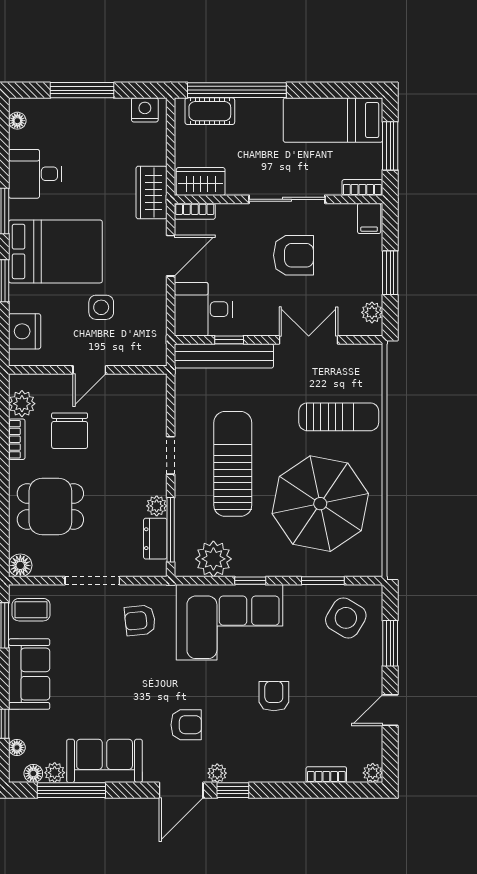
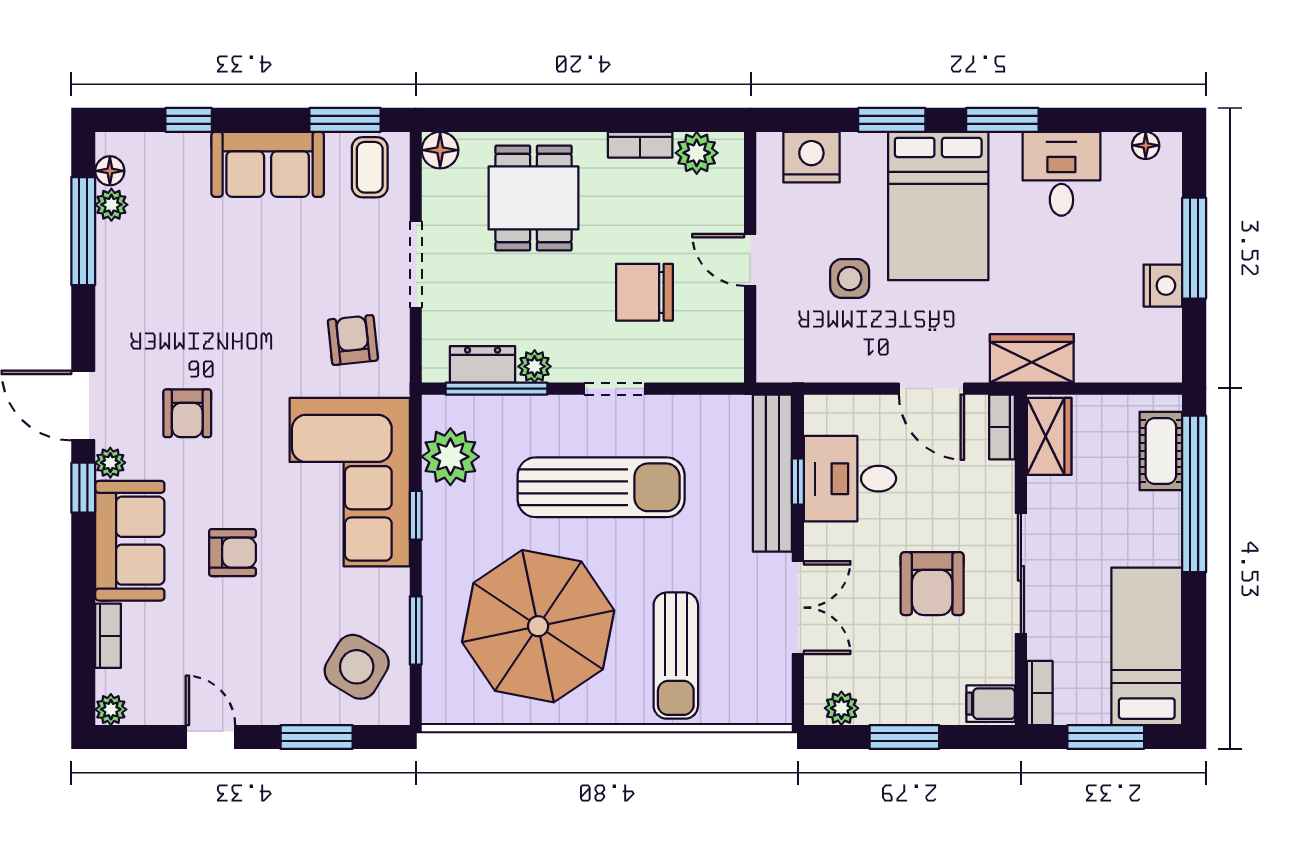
nightstand: (145, 110) -> (1163, 286), moved
desk: (203, 309) -> (850, 479), moved, turned -90
chair: (70, 431) -> (644, 292), moved
floor lamp: (17, 747) -> (151, 145), removed
sofa: (105, 761) -> (130, 541), moved

